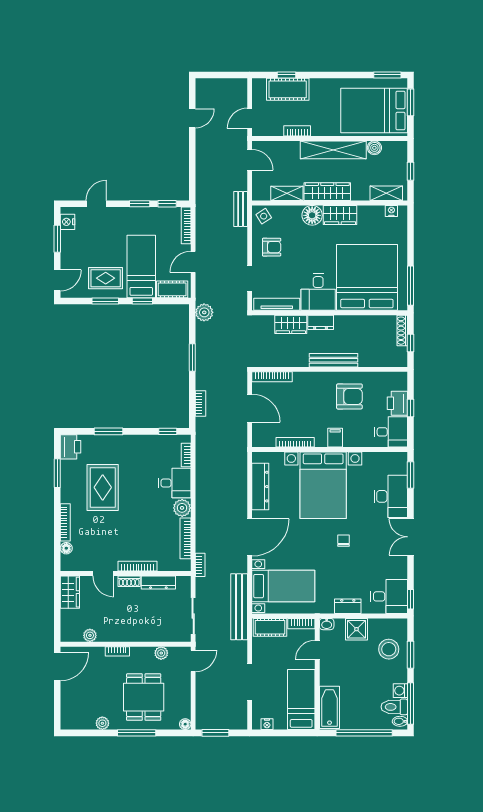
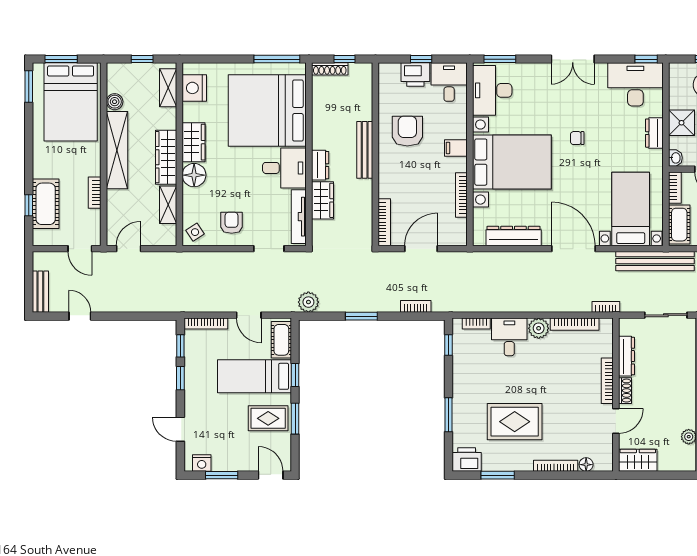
bench: (241, 209) -> (40, 292), moved, turned 90
nightstand: (391, 211) -> (194, 88), width x1.89, depth x1.79
rug: (106, 278) -> (268, 418), turned 90
desk: (391, 496) -> (492, 90), moved, turned -90
desk: (389, 596) -> (635, 84), width x1.37

